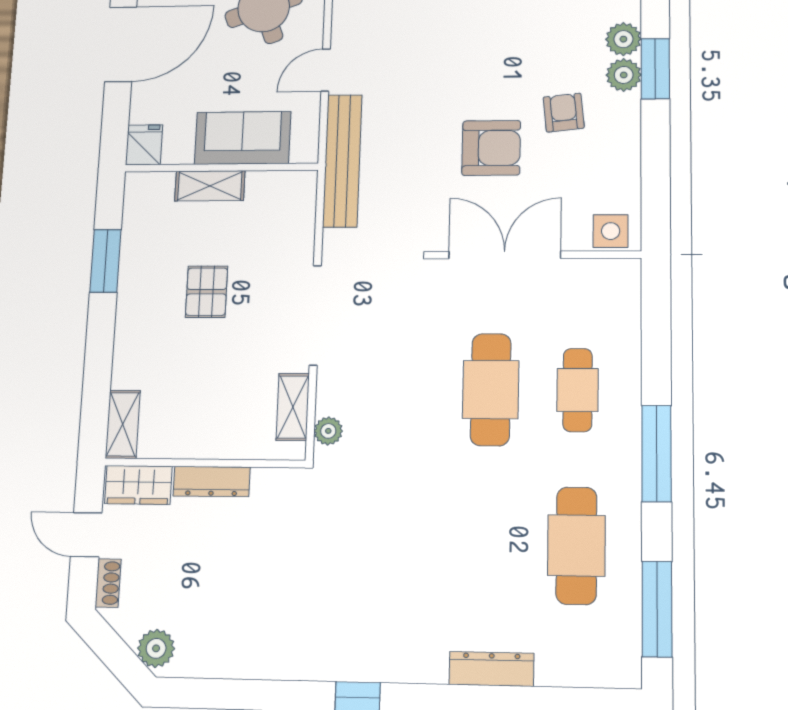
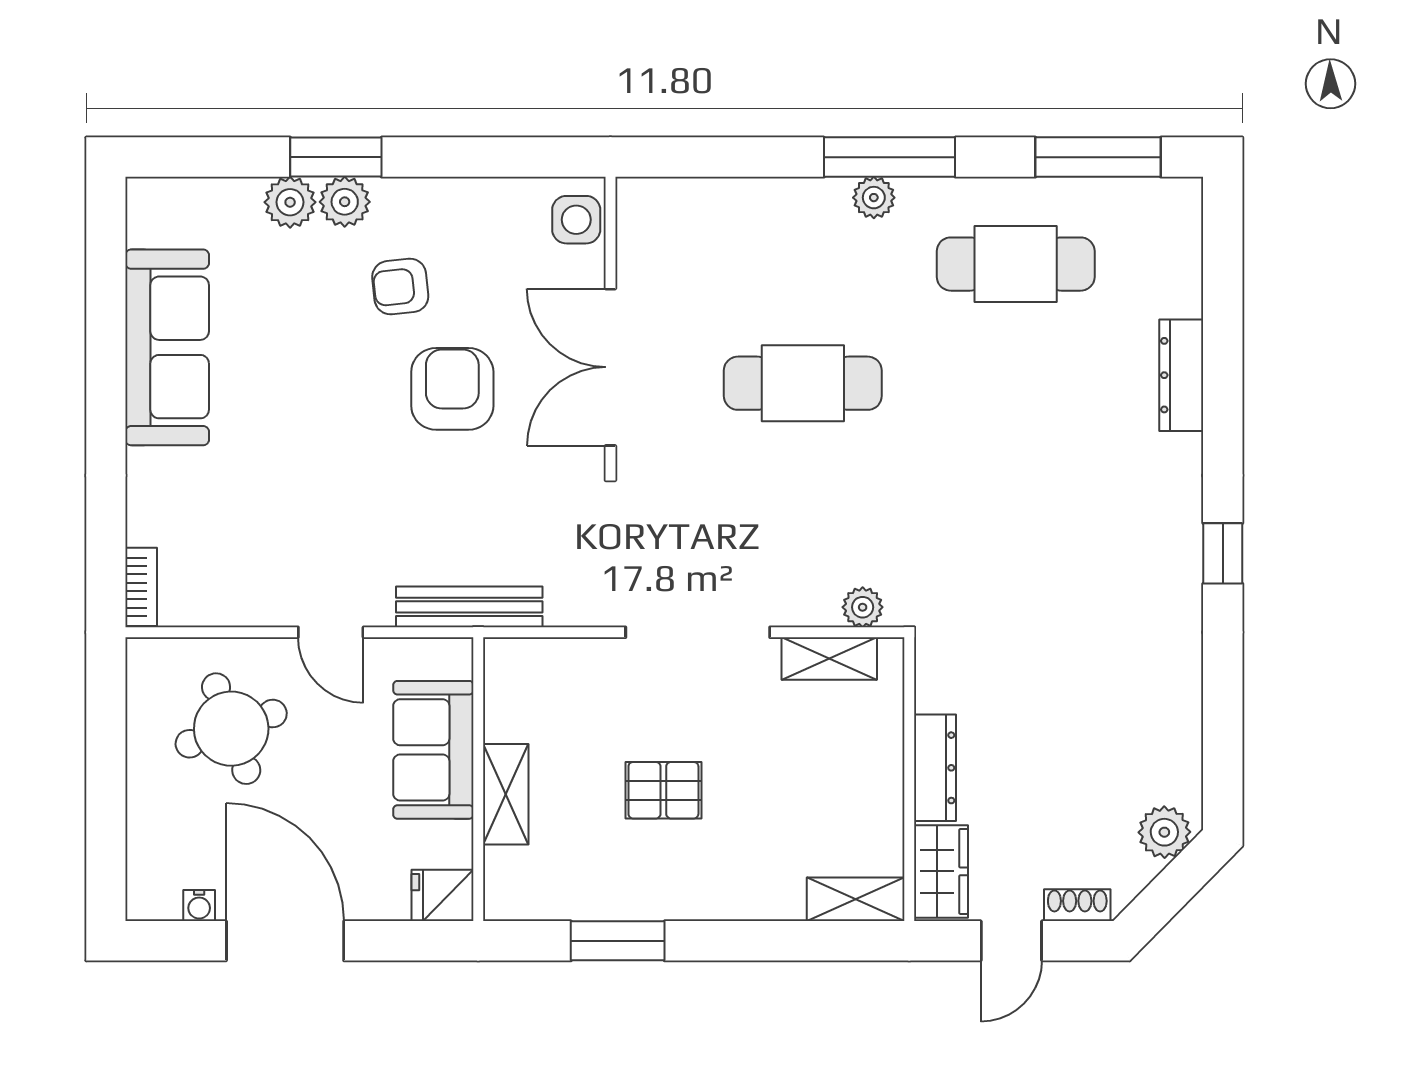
bench: (342, 161) -> (469, 607), width x0.73, depth x0.82
cafe table: (578, 390) -> (803, 264), removed
plant: (626, 442) -> (874, 198), added

